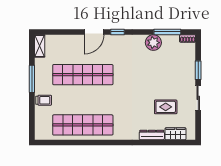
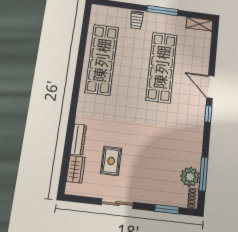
plant: (153, 43) -> (190, 177), moved
window: (198, 70) -> (167, 209), moved

